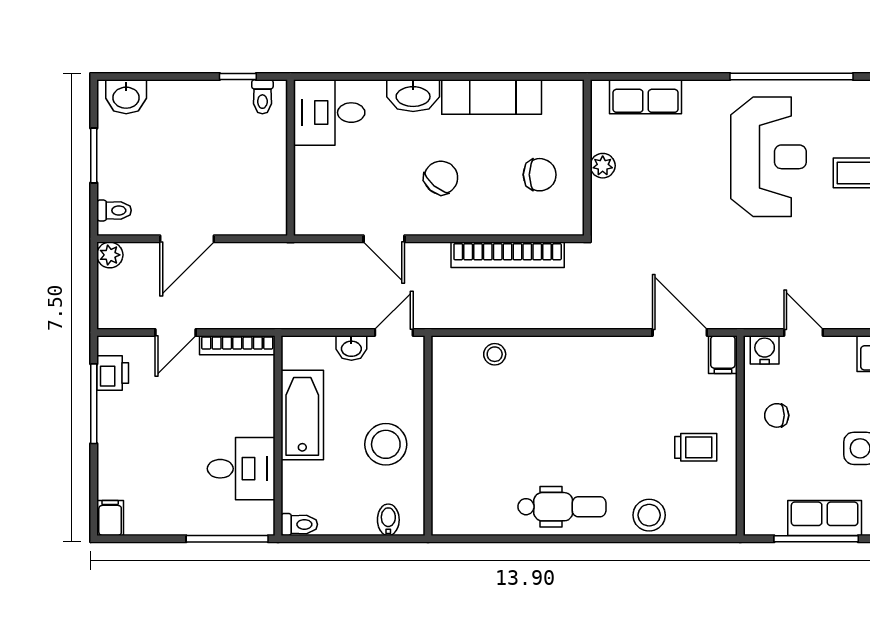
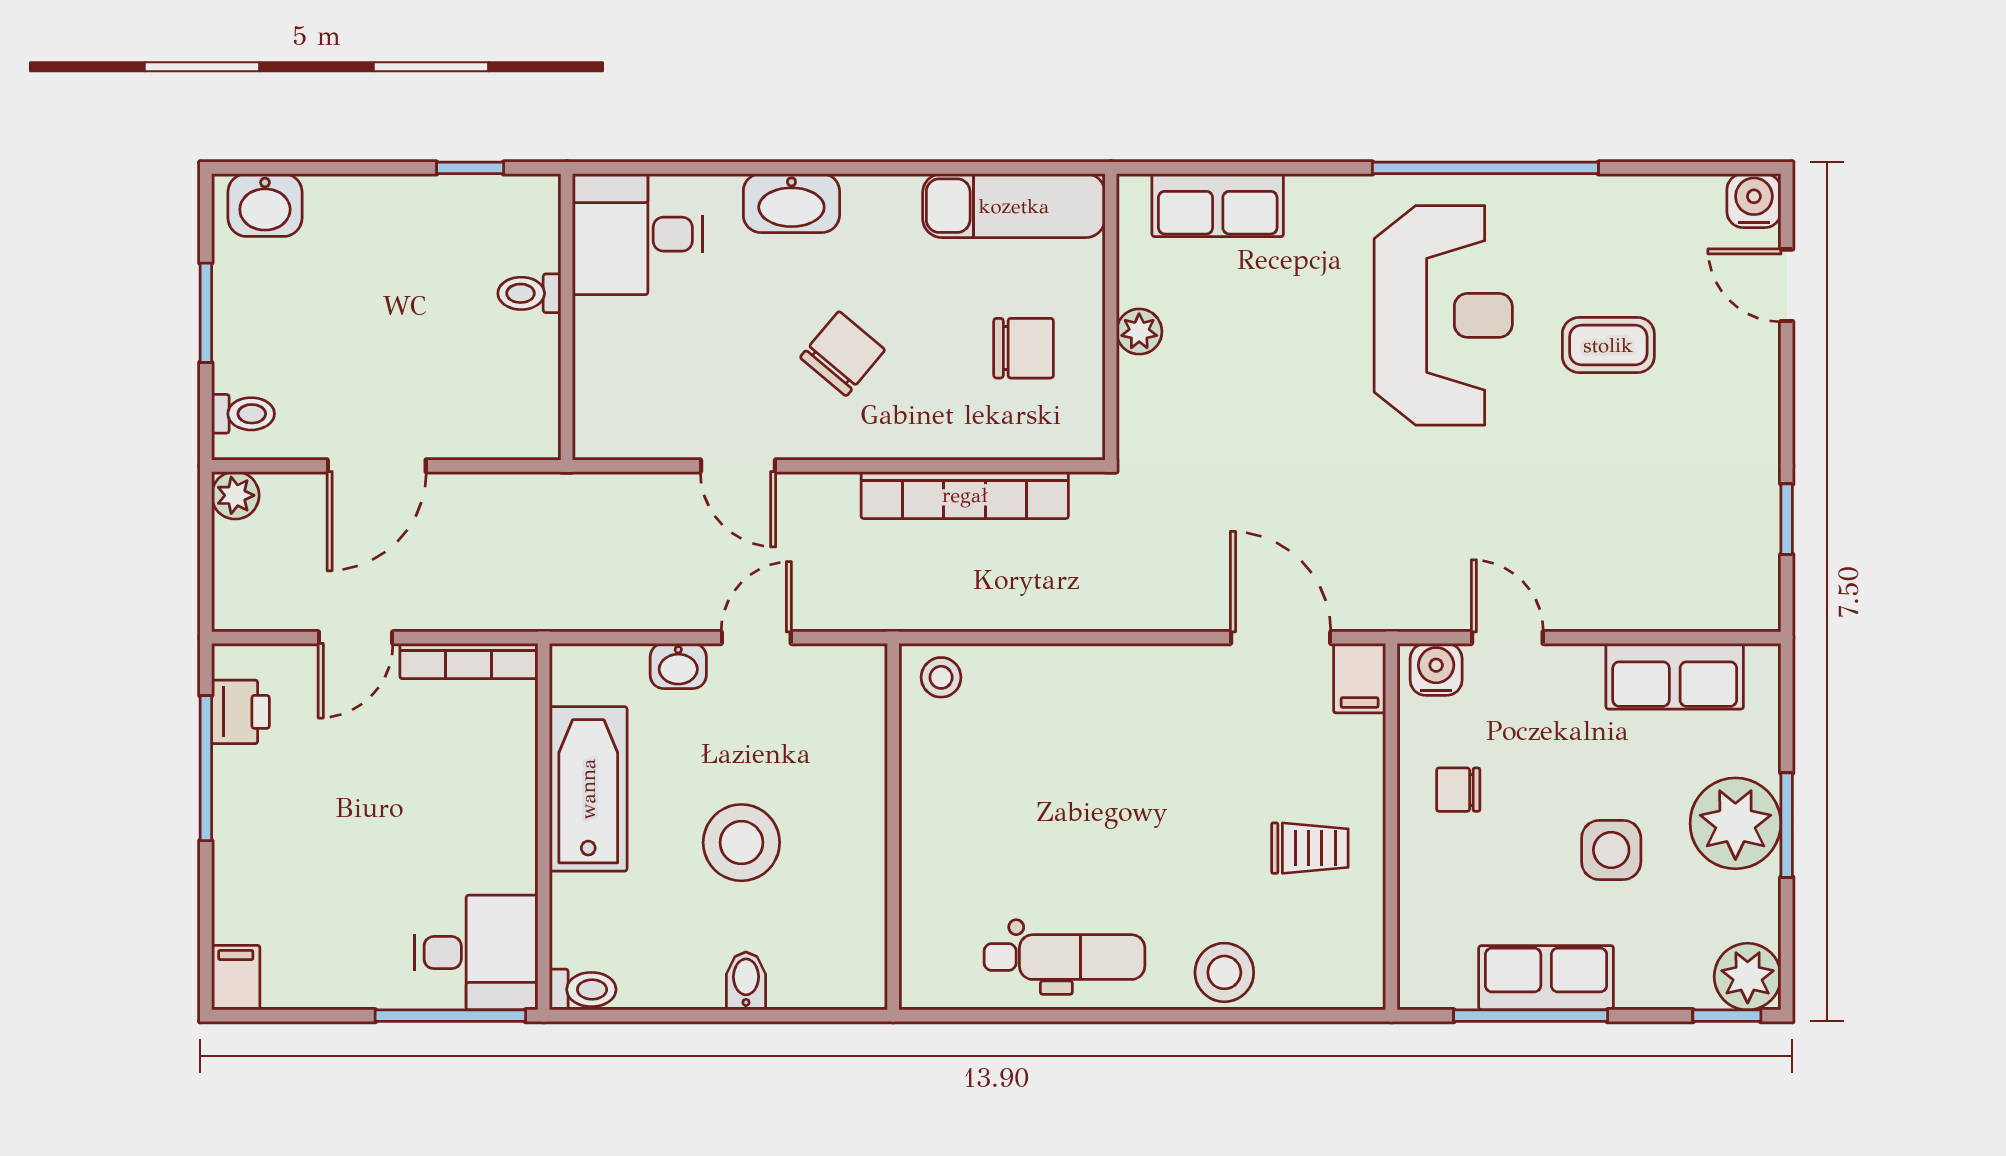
toilet: (262, 97) -> (529, 293), moved, turned 90
exam couch: (492, 97) -> (1014, 206), moved
wall: (428, 436) -> (893, 827), moved
desk: (241, 469) -> (476, 953), moved

